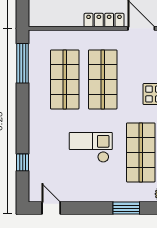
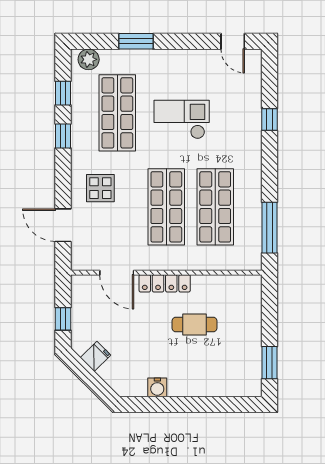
checkout: (91, 147) -> (182, 120), turned 180
window: (23, 162) -> (269, 119), moved

